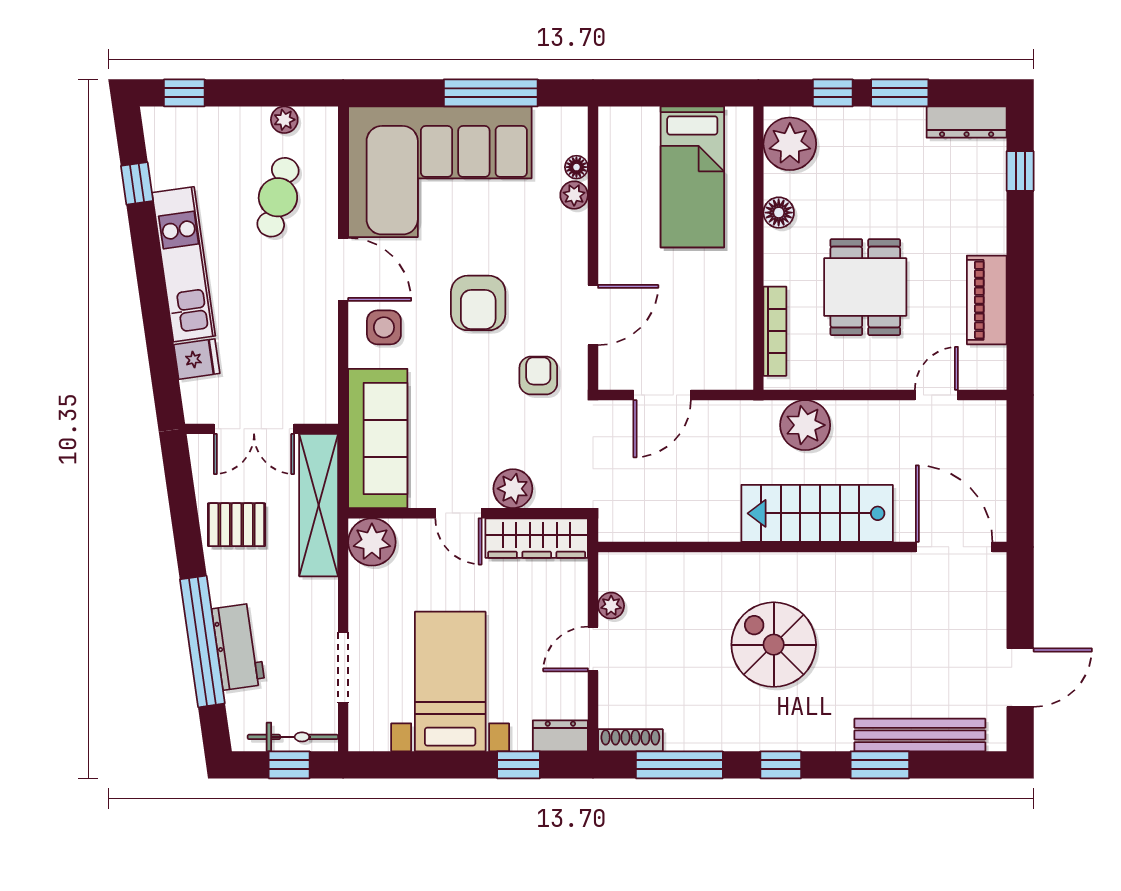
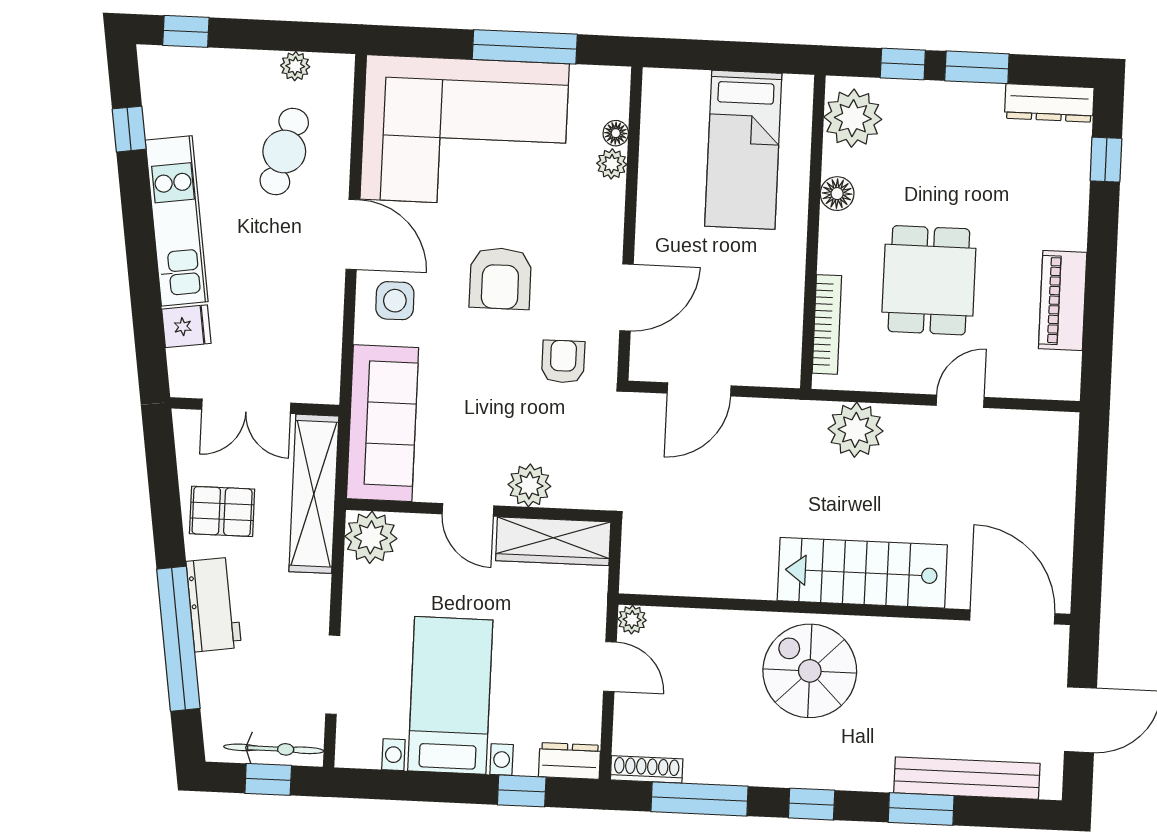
door: (936, 395) -> (960, 401), moved
stairs: (817, 513) -> (862, 573), moved
wall: (802, 547) -> (844, 609), moved
door: (954, 547) -> (1012, 617), moved
workbench: (238, 647) -> (214, 604), moved
door: (593, 649) -> (610, 667), swing flipped

